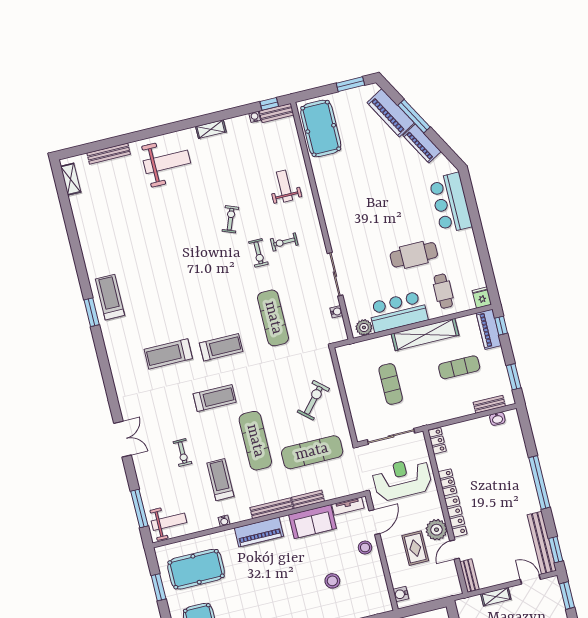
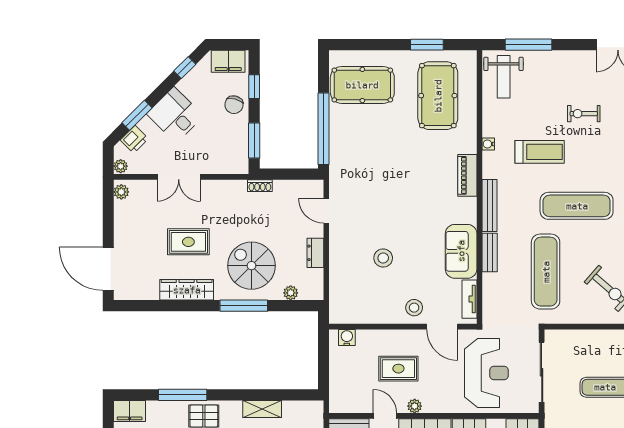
plant: (436, 530) -> (415, 406), width x0.53, depth x0.53
piano: (259, 532) -> (467, 175), width x0.73, depth x0.75

